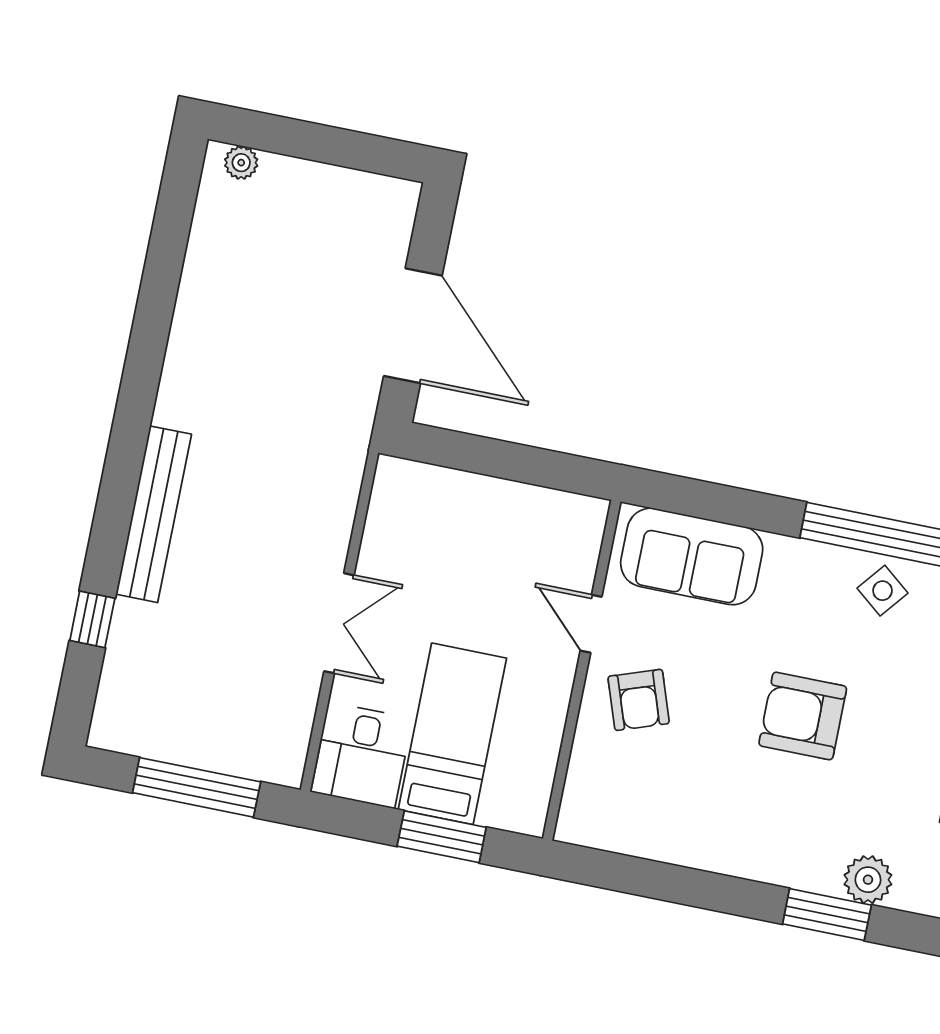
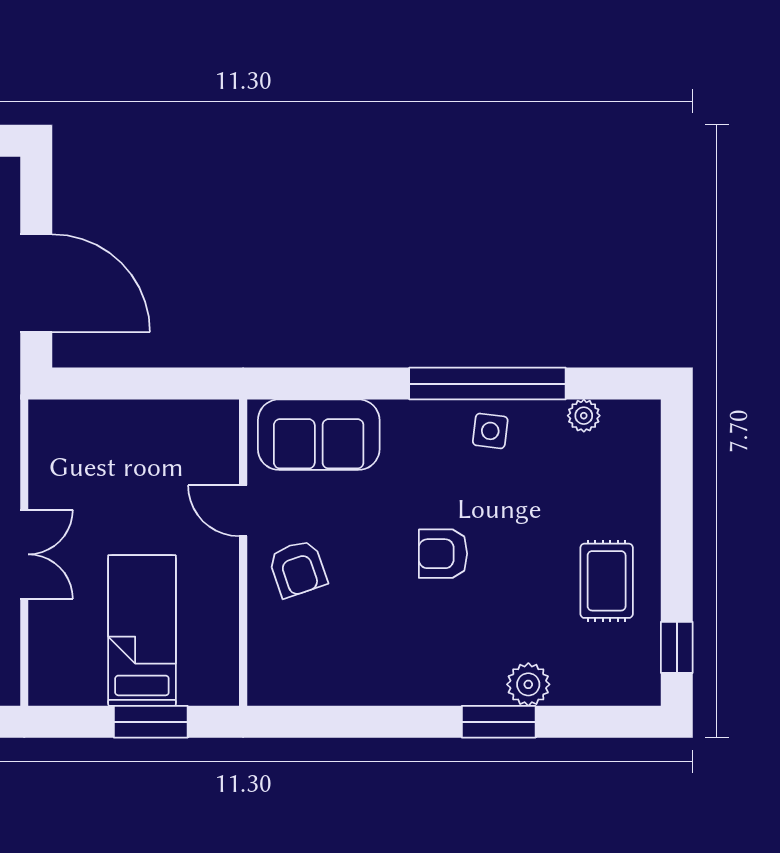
side table: (882, 591) -> (490, 431), turned -32
armchair: (803, 716) -> (443, 554), width x0.72, depth x0.72
desk: (362, 755) -> (67, 665), removed

